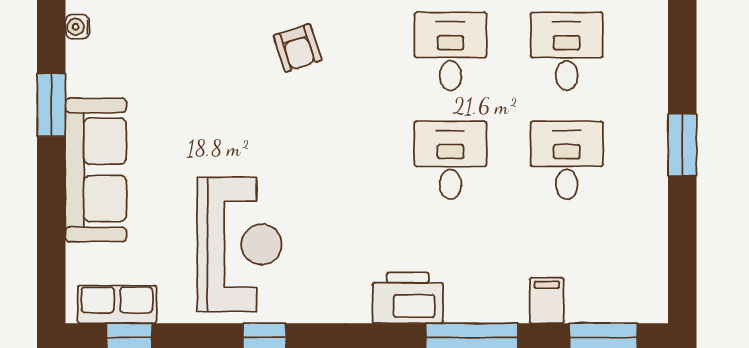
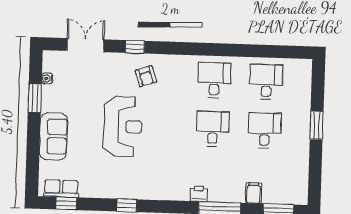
water cooler: (78, 27) -> (47, 78), moved
sofa: (96, 170) -> (53, 136), width x0.73
reception desk: (240, 244) -> (123, 127), moved
printer: (408, 298) -> (199, 194), width x0.53, depth x0.68

